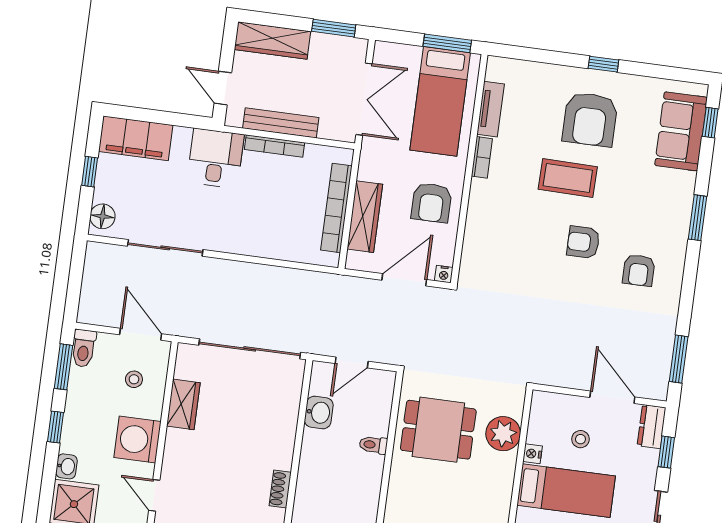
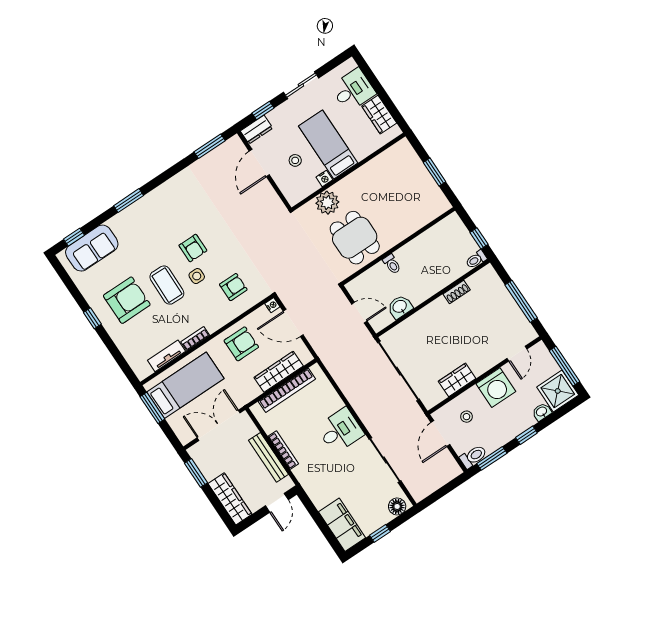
desk: (216, 158) -> (340, 431), moved, turned 180
side table: (549, 219) -> (197, 276), added
armchair: (639, 270) -> (233, 287), moved

